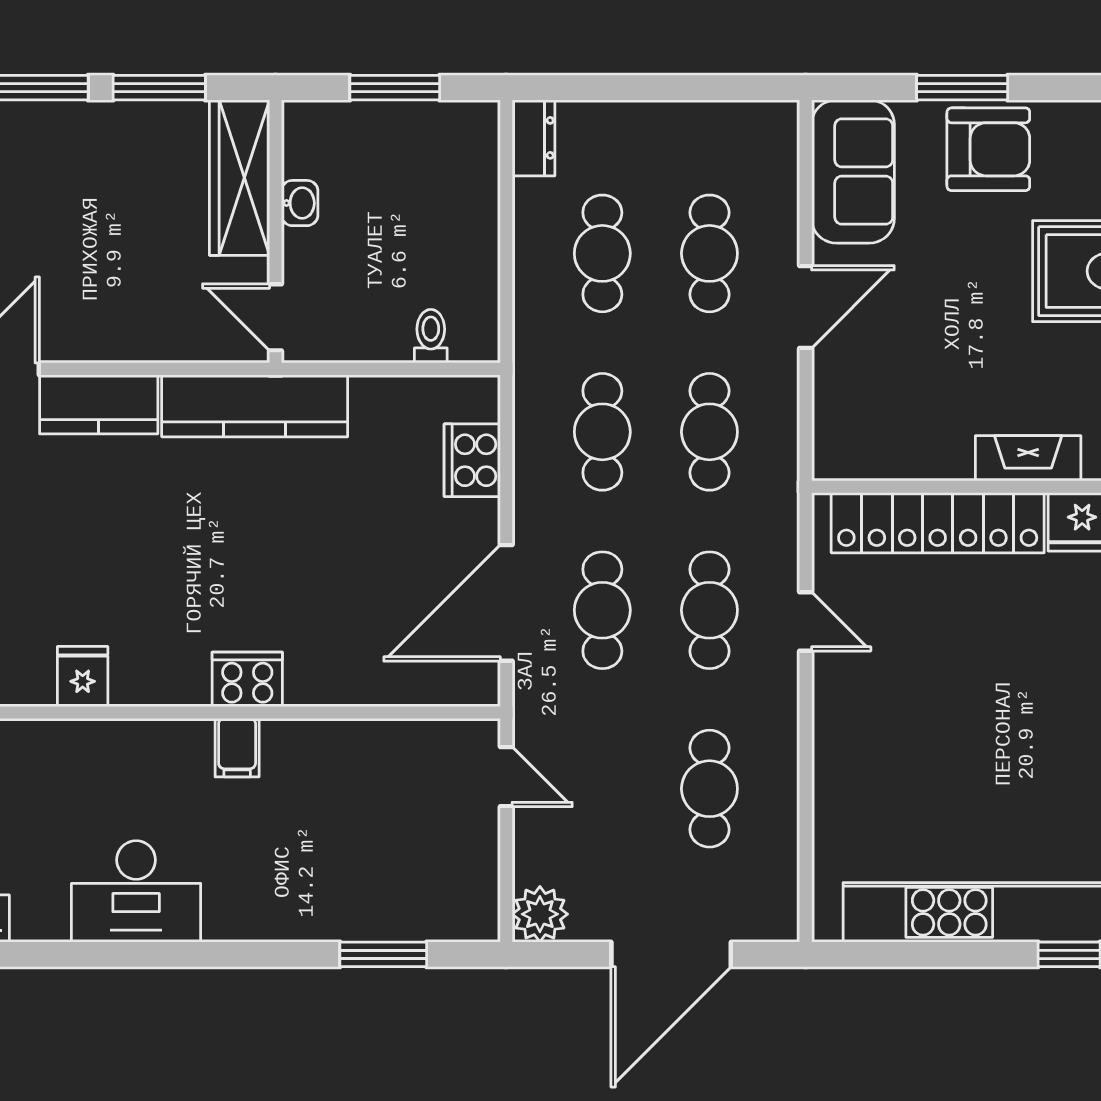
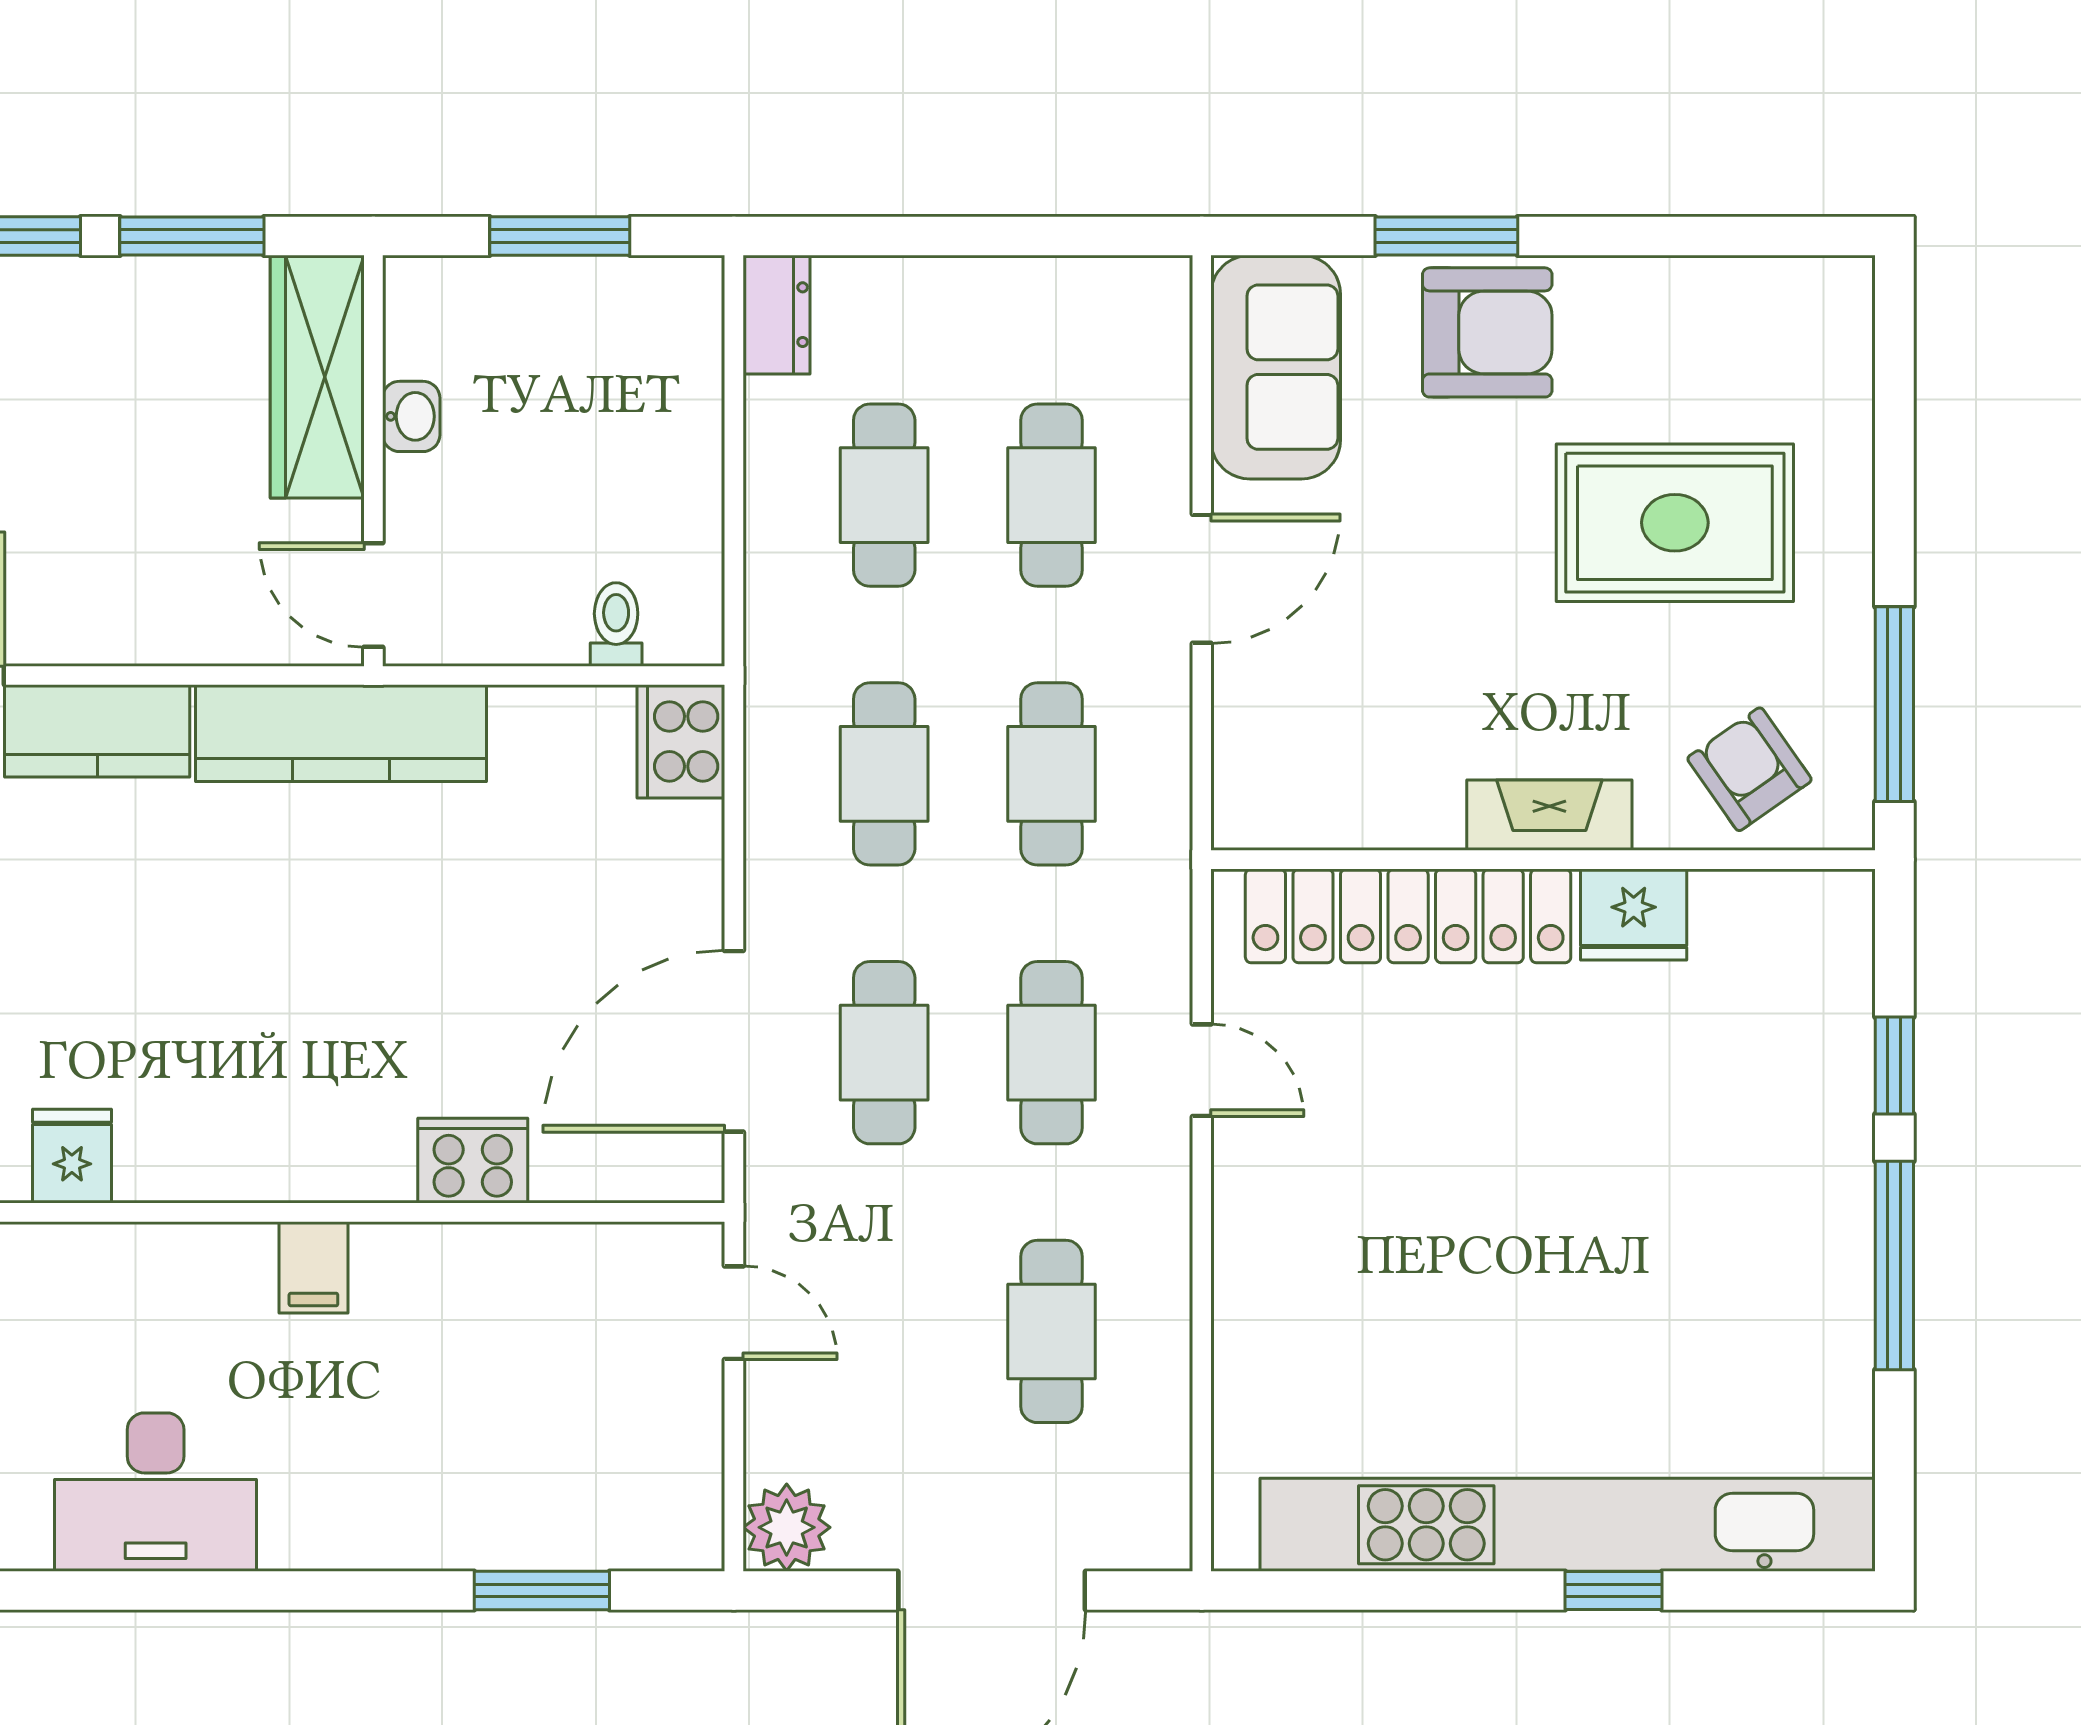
cooker: (472, 460) -> (681, 741), moved
cooker: (247, 679) -> (473, 1161), moved

